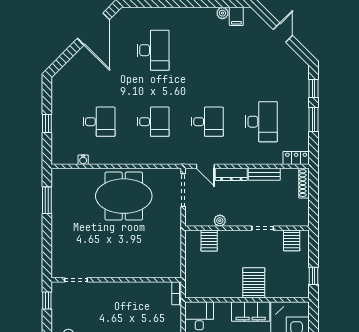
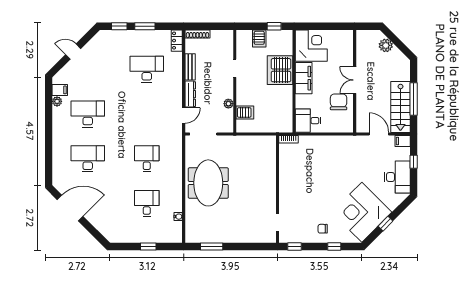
desk: (207, 122) -> (88, 114), moved, width x1.37
server rack: (292, 240) -> (259, 39), moved, turned 90
server rack: (254, 283) -> (280, 70), width x1.60

